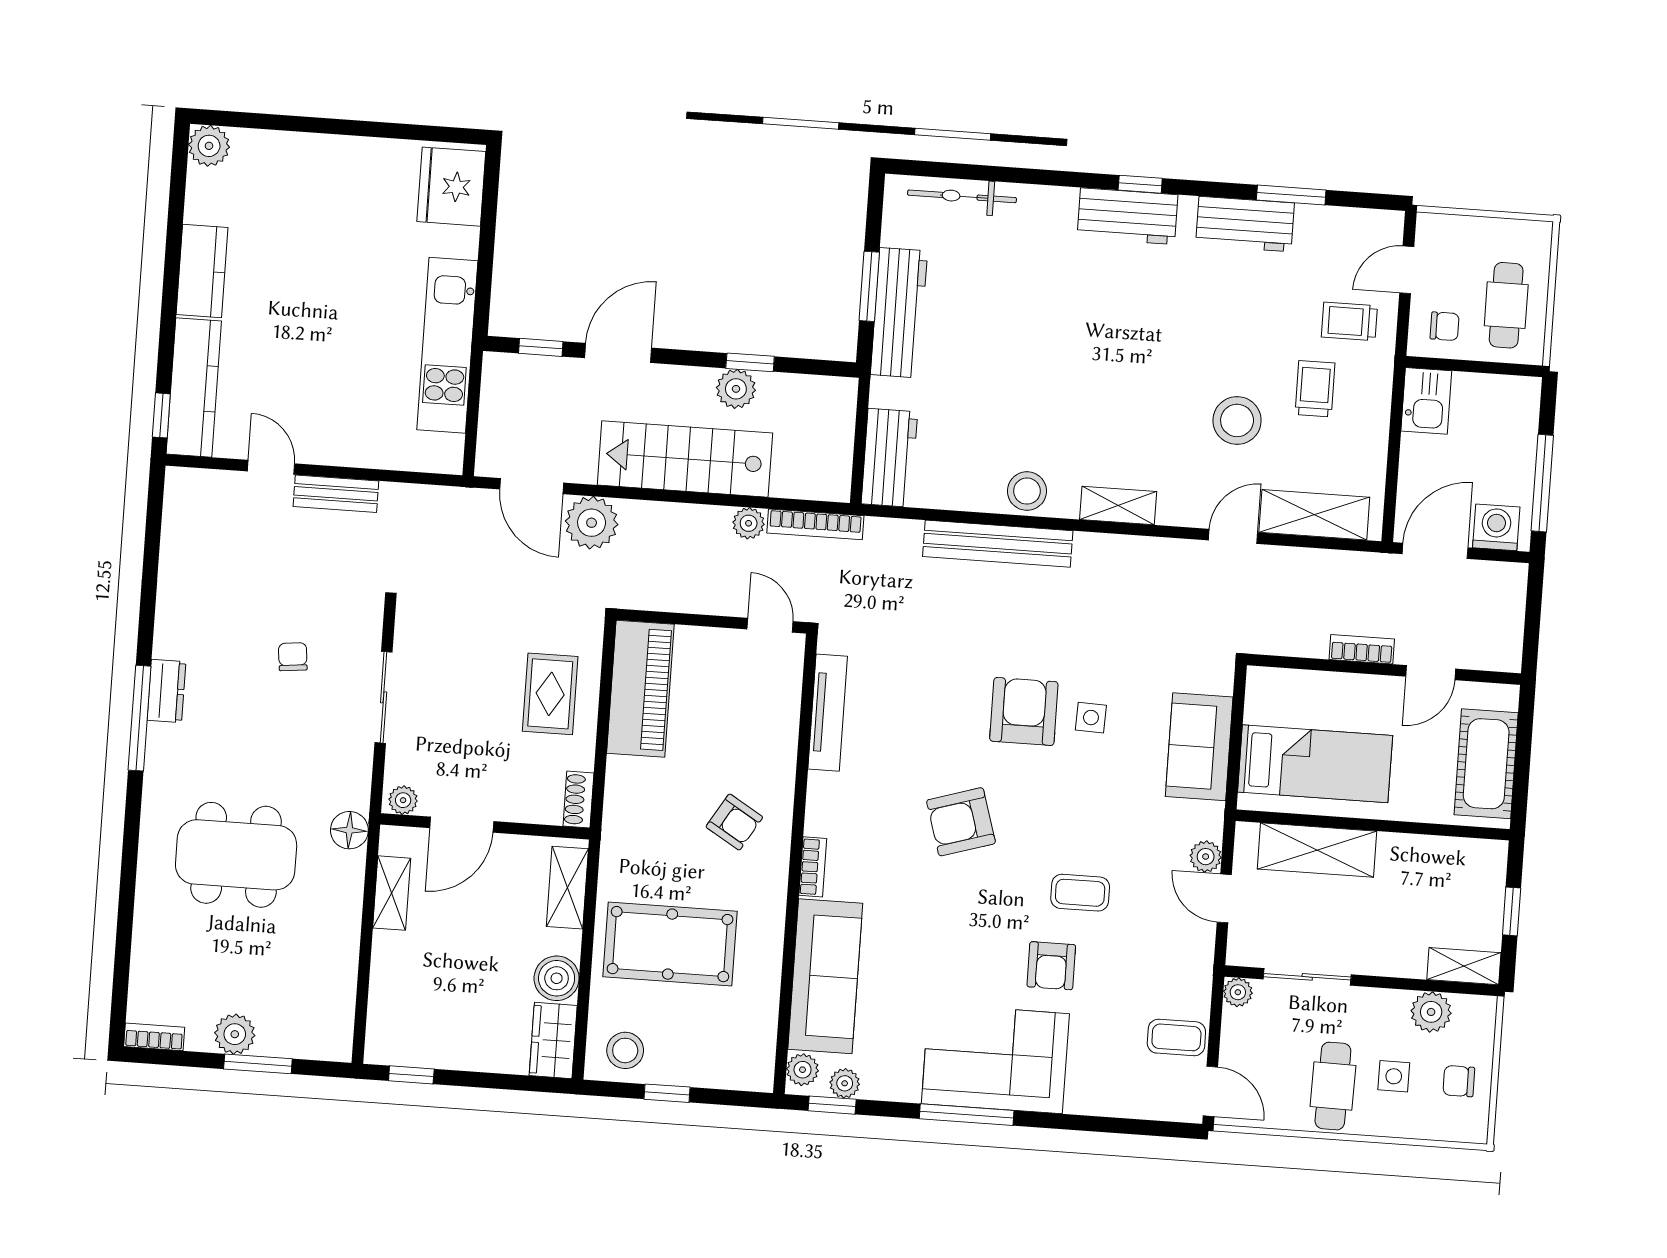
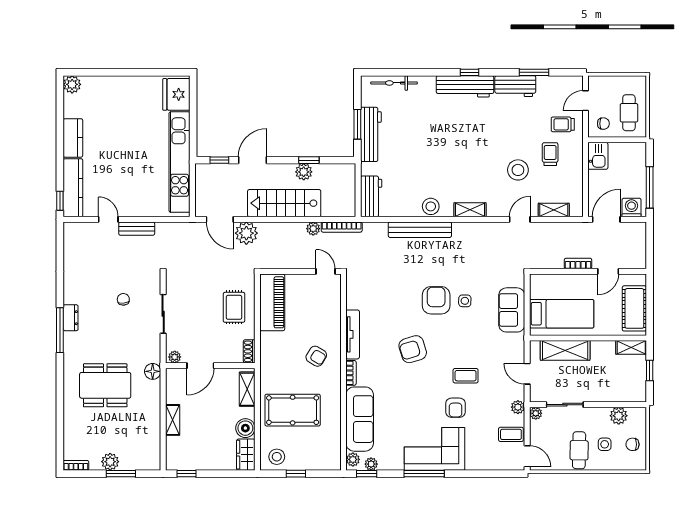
workbench: (1127, 216) -> (465, 86), width x1.38
kitchen unit: (447, 345) -> (180, 162), width x1.36
shelving: (1314, 515) -> (554, 210), width x0.67, depth x0.75
tv unit: (828, 713) -> (353, 334), moved
plant: (1206, 857) -> (518, 407), moved
shelving: (392, 893) -> (173, 420), moved
shelving: (1464, 966) -> (631, 347), moved

